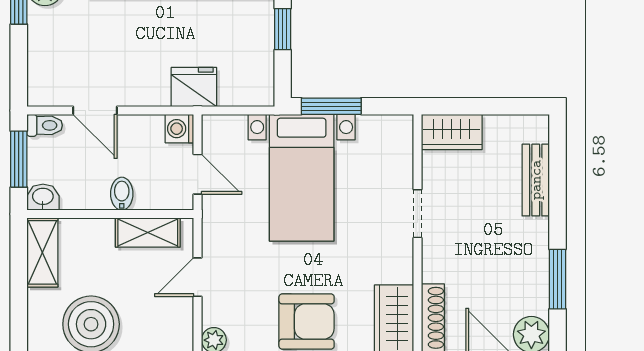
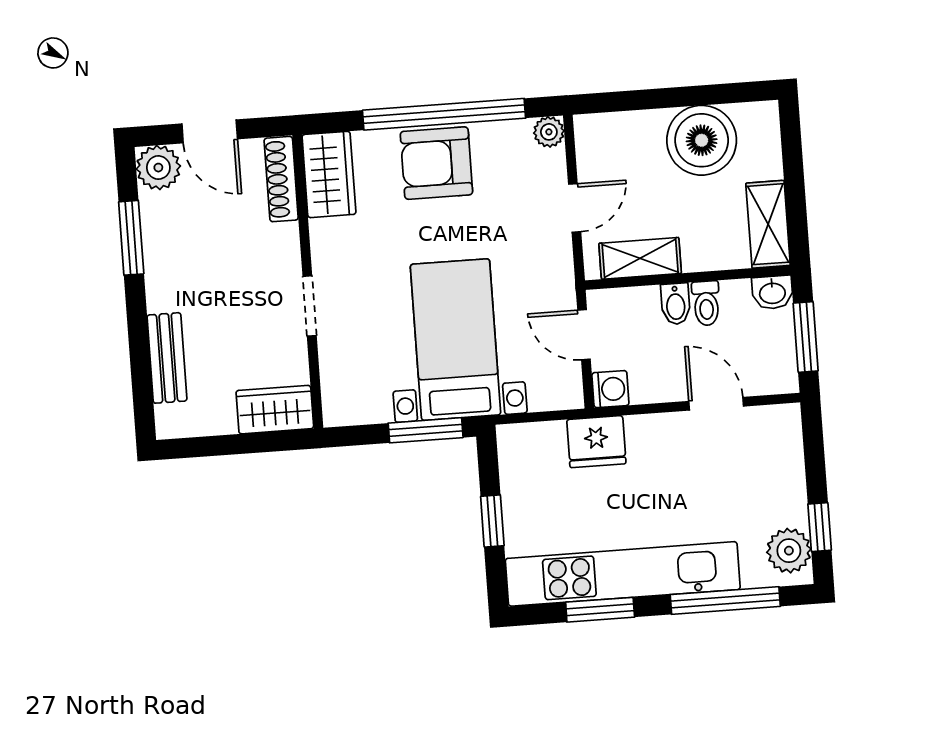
toilet: (45, 125) -> (706, 303), moved, turned -90

